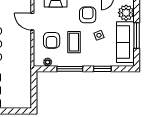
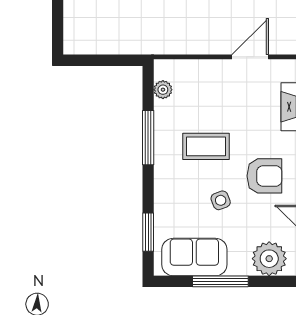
armchair: (52, 40) -> (210, 98), removed
sofa: (125, 42) -> (194, 257), width x0.73
window: (102, 69) -> (148, 232), moved

